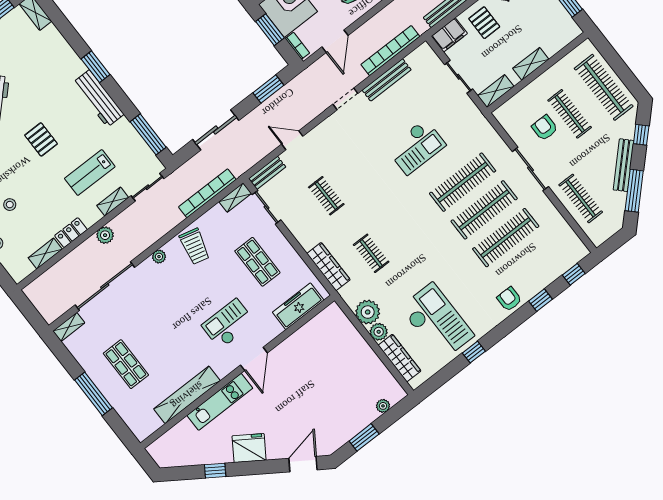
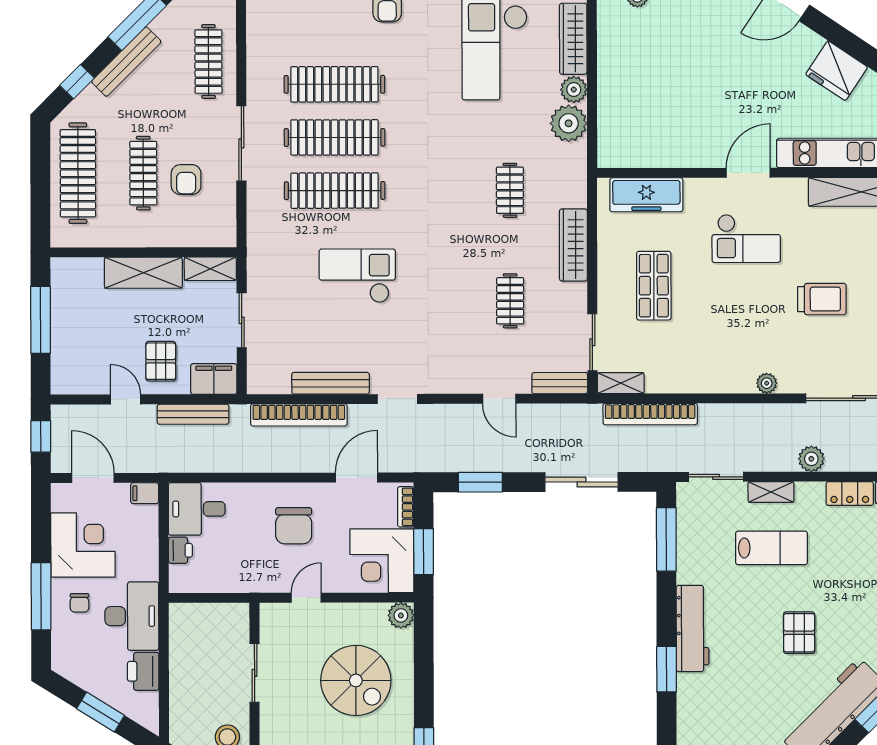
shelving: (531, 64) -> (143, 273), width x1.50, depth x1.33
trolley: (195, 246) -> (822, 299), moved, turned 76
wardrobe: (328, 267) -> (573, 245), moved

